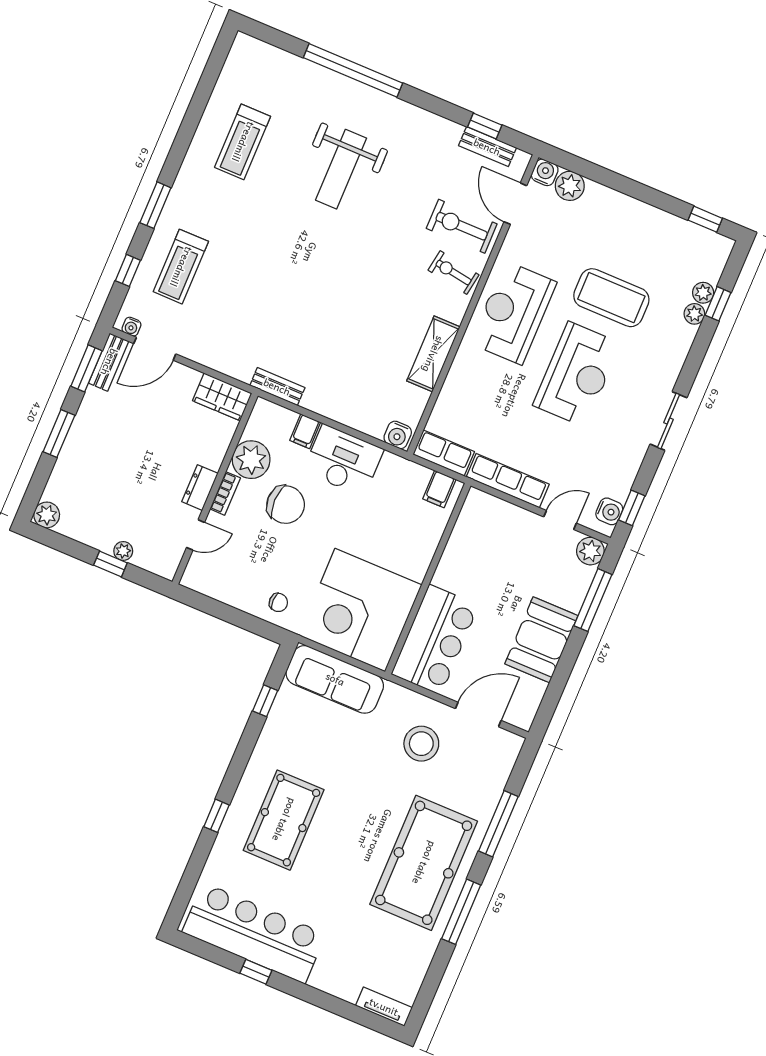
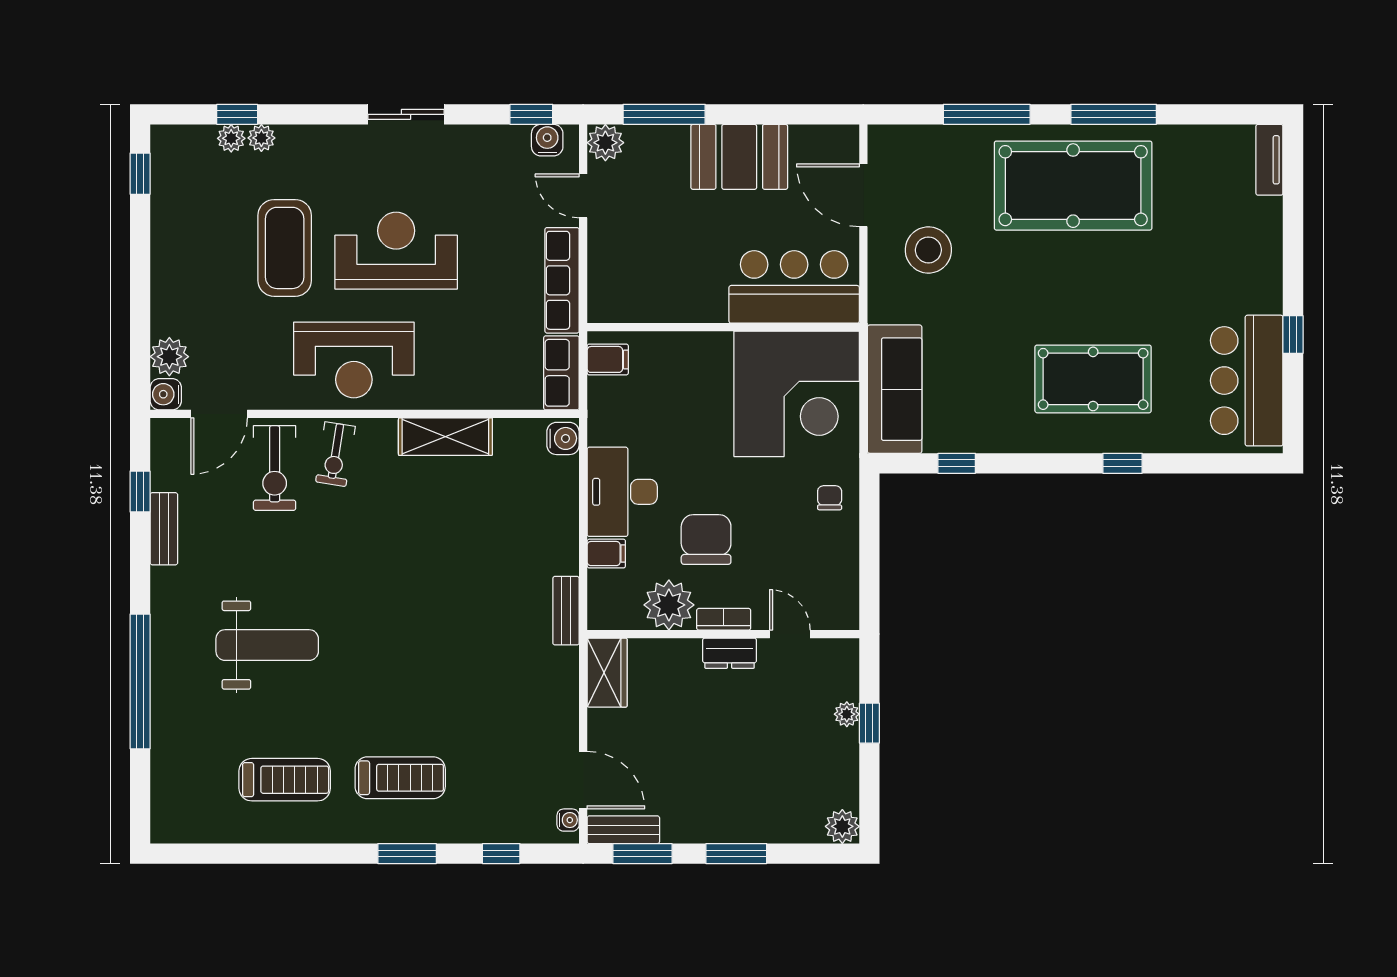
bench: (487, 147) -> (164, 529), moved
treadmill: (181, 267) -> (400, 778), moved
bar counter: (254, 933) -> (1247, 381), width x0.73

